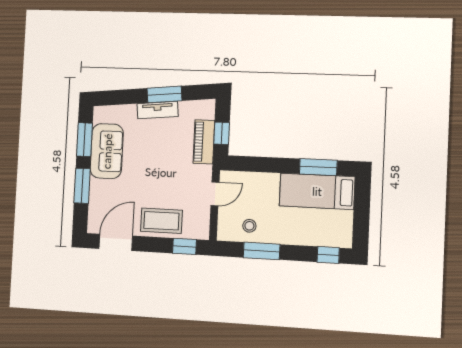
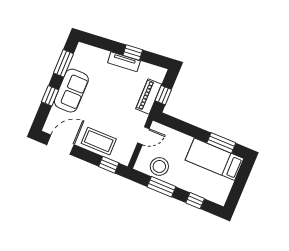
window: (164, 94) -> (133, 53), width x0.67
sofa: (107, 151) -> (71, 91), moved
window: (82, 186) -> (50, 96), width x0.67
stool: (249, 226) -> (159, 166), width x1.89, depth x1.89
window: (328, 255) -> (195, 201), moved

